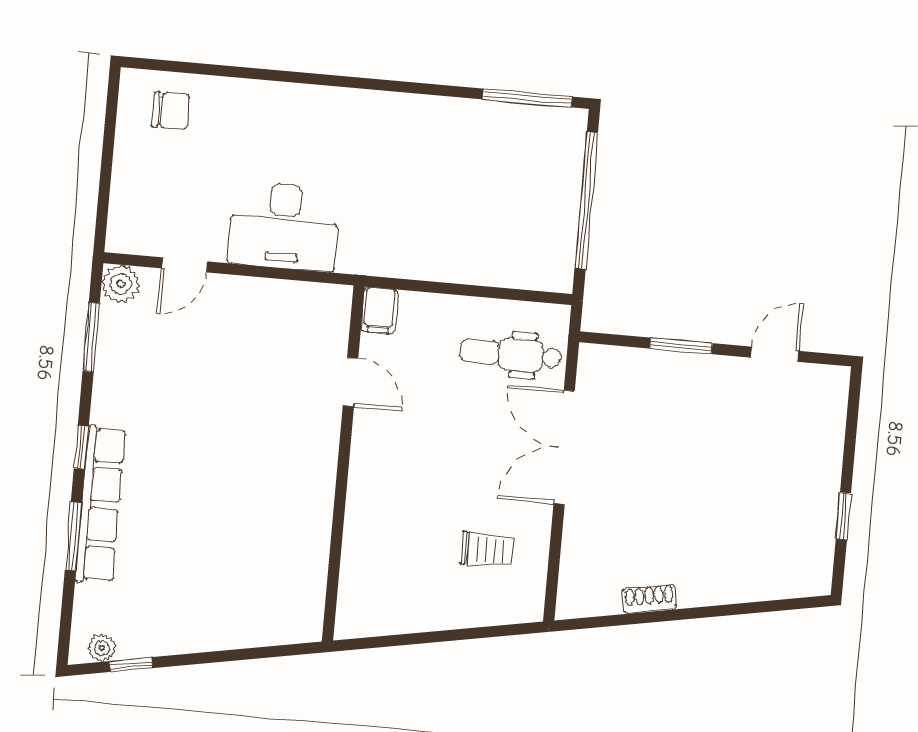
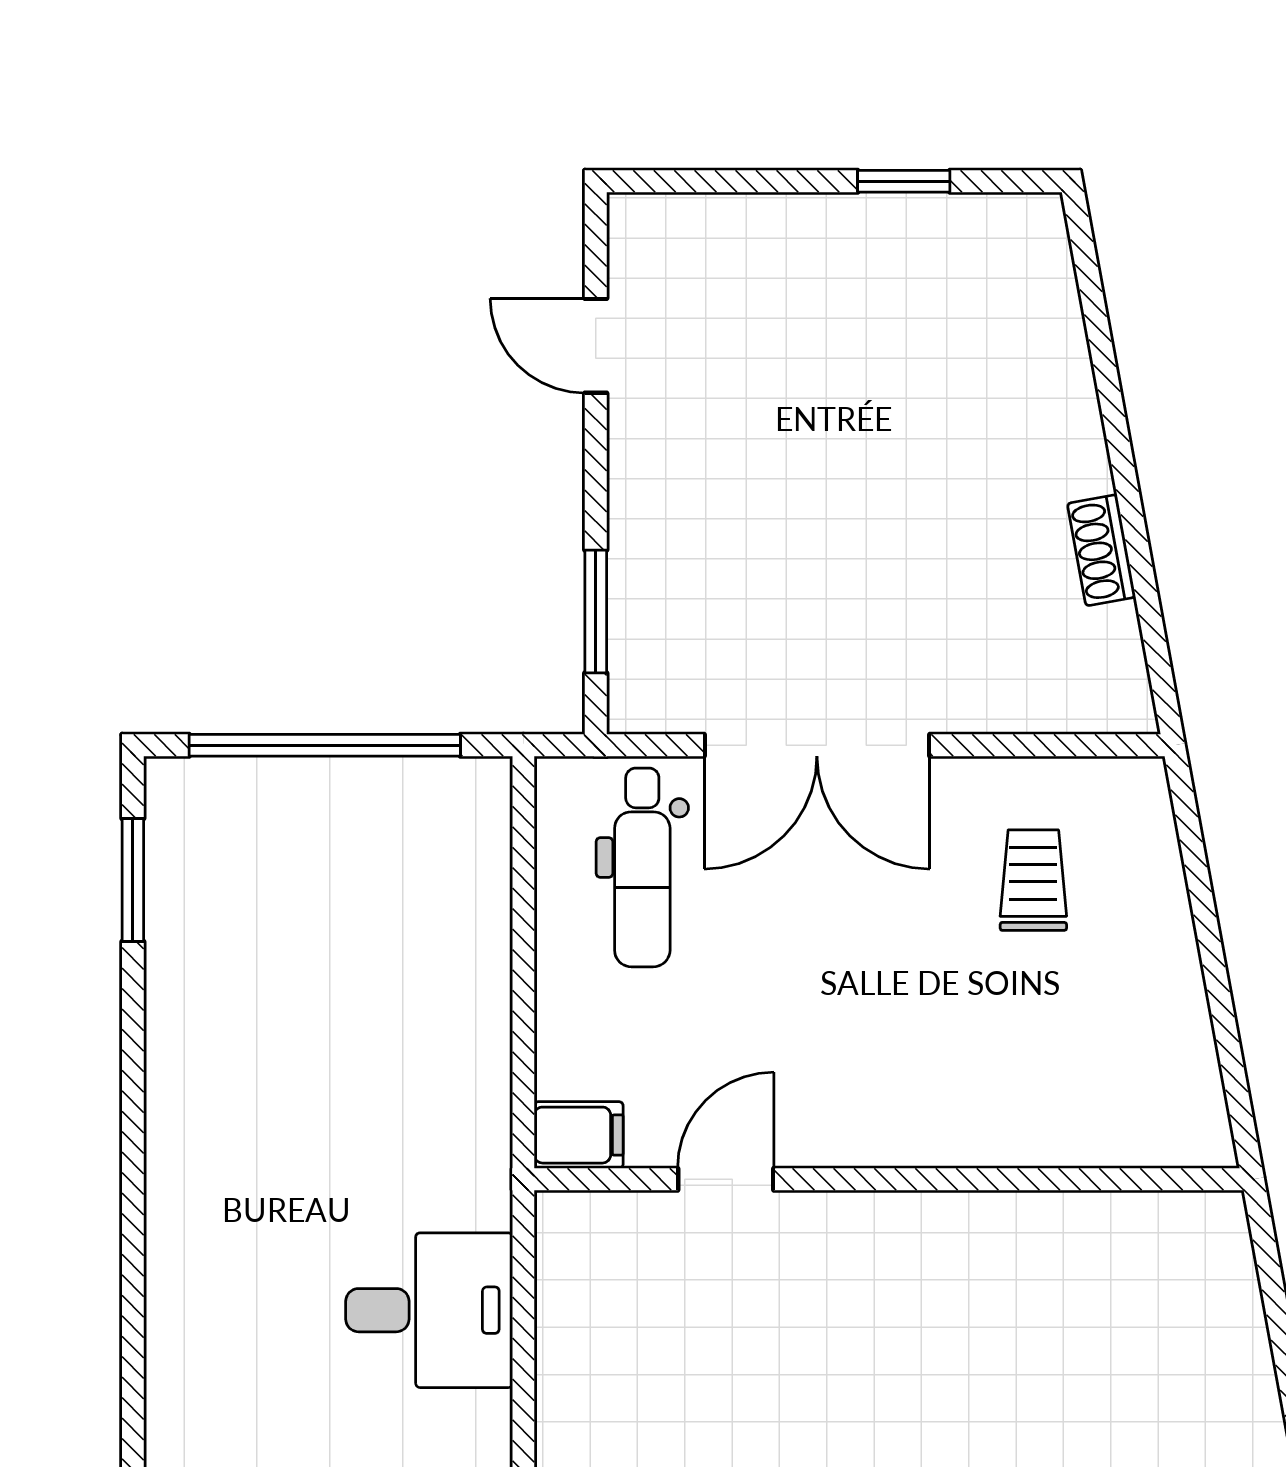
window: (527, 98) -> (133, 880), width x0.69
desk: (284, 226) -> (429, 1310), width x0.73
window: (681, 346) -> (596, 612), moved

